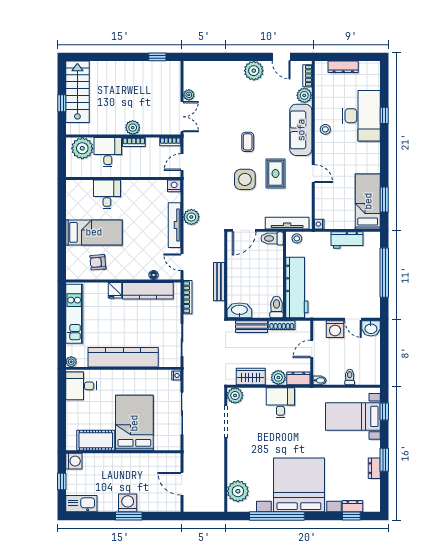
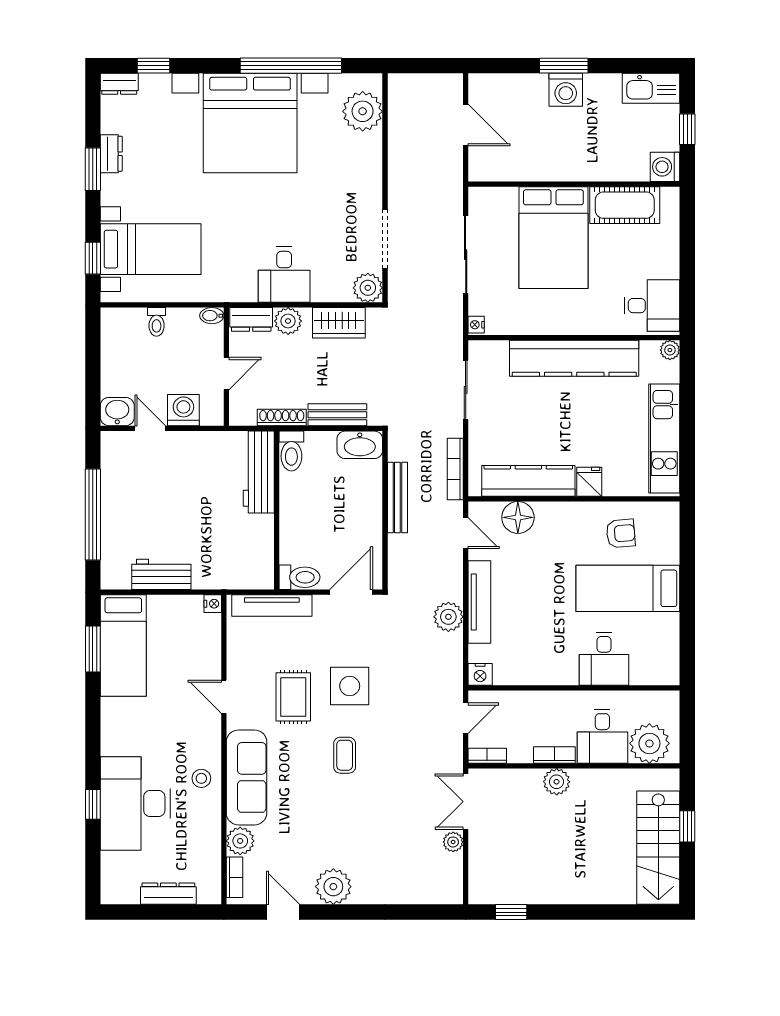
stool: (297, 238) -> (254, 577), removed
floor lamp: (154, 275) -> (518, 517), width x1.89, depth x1.89
workbench: (297, 287) -> (259, 472), width x0.73, depth x0.76
dresser: (352, 506) -> (119, 84), moved

